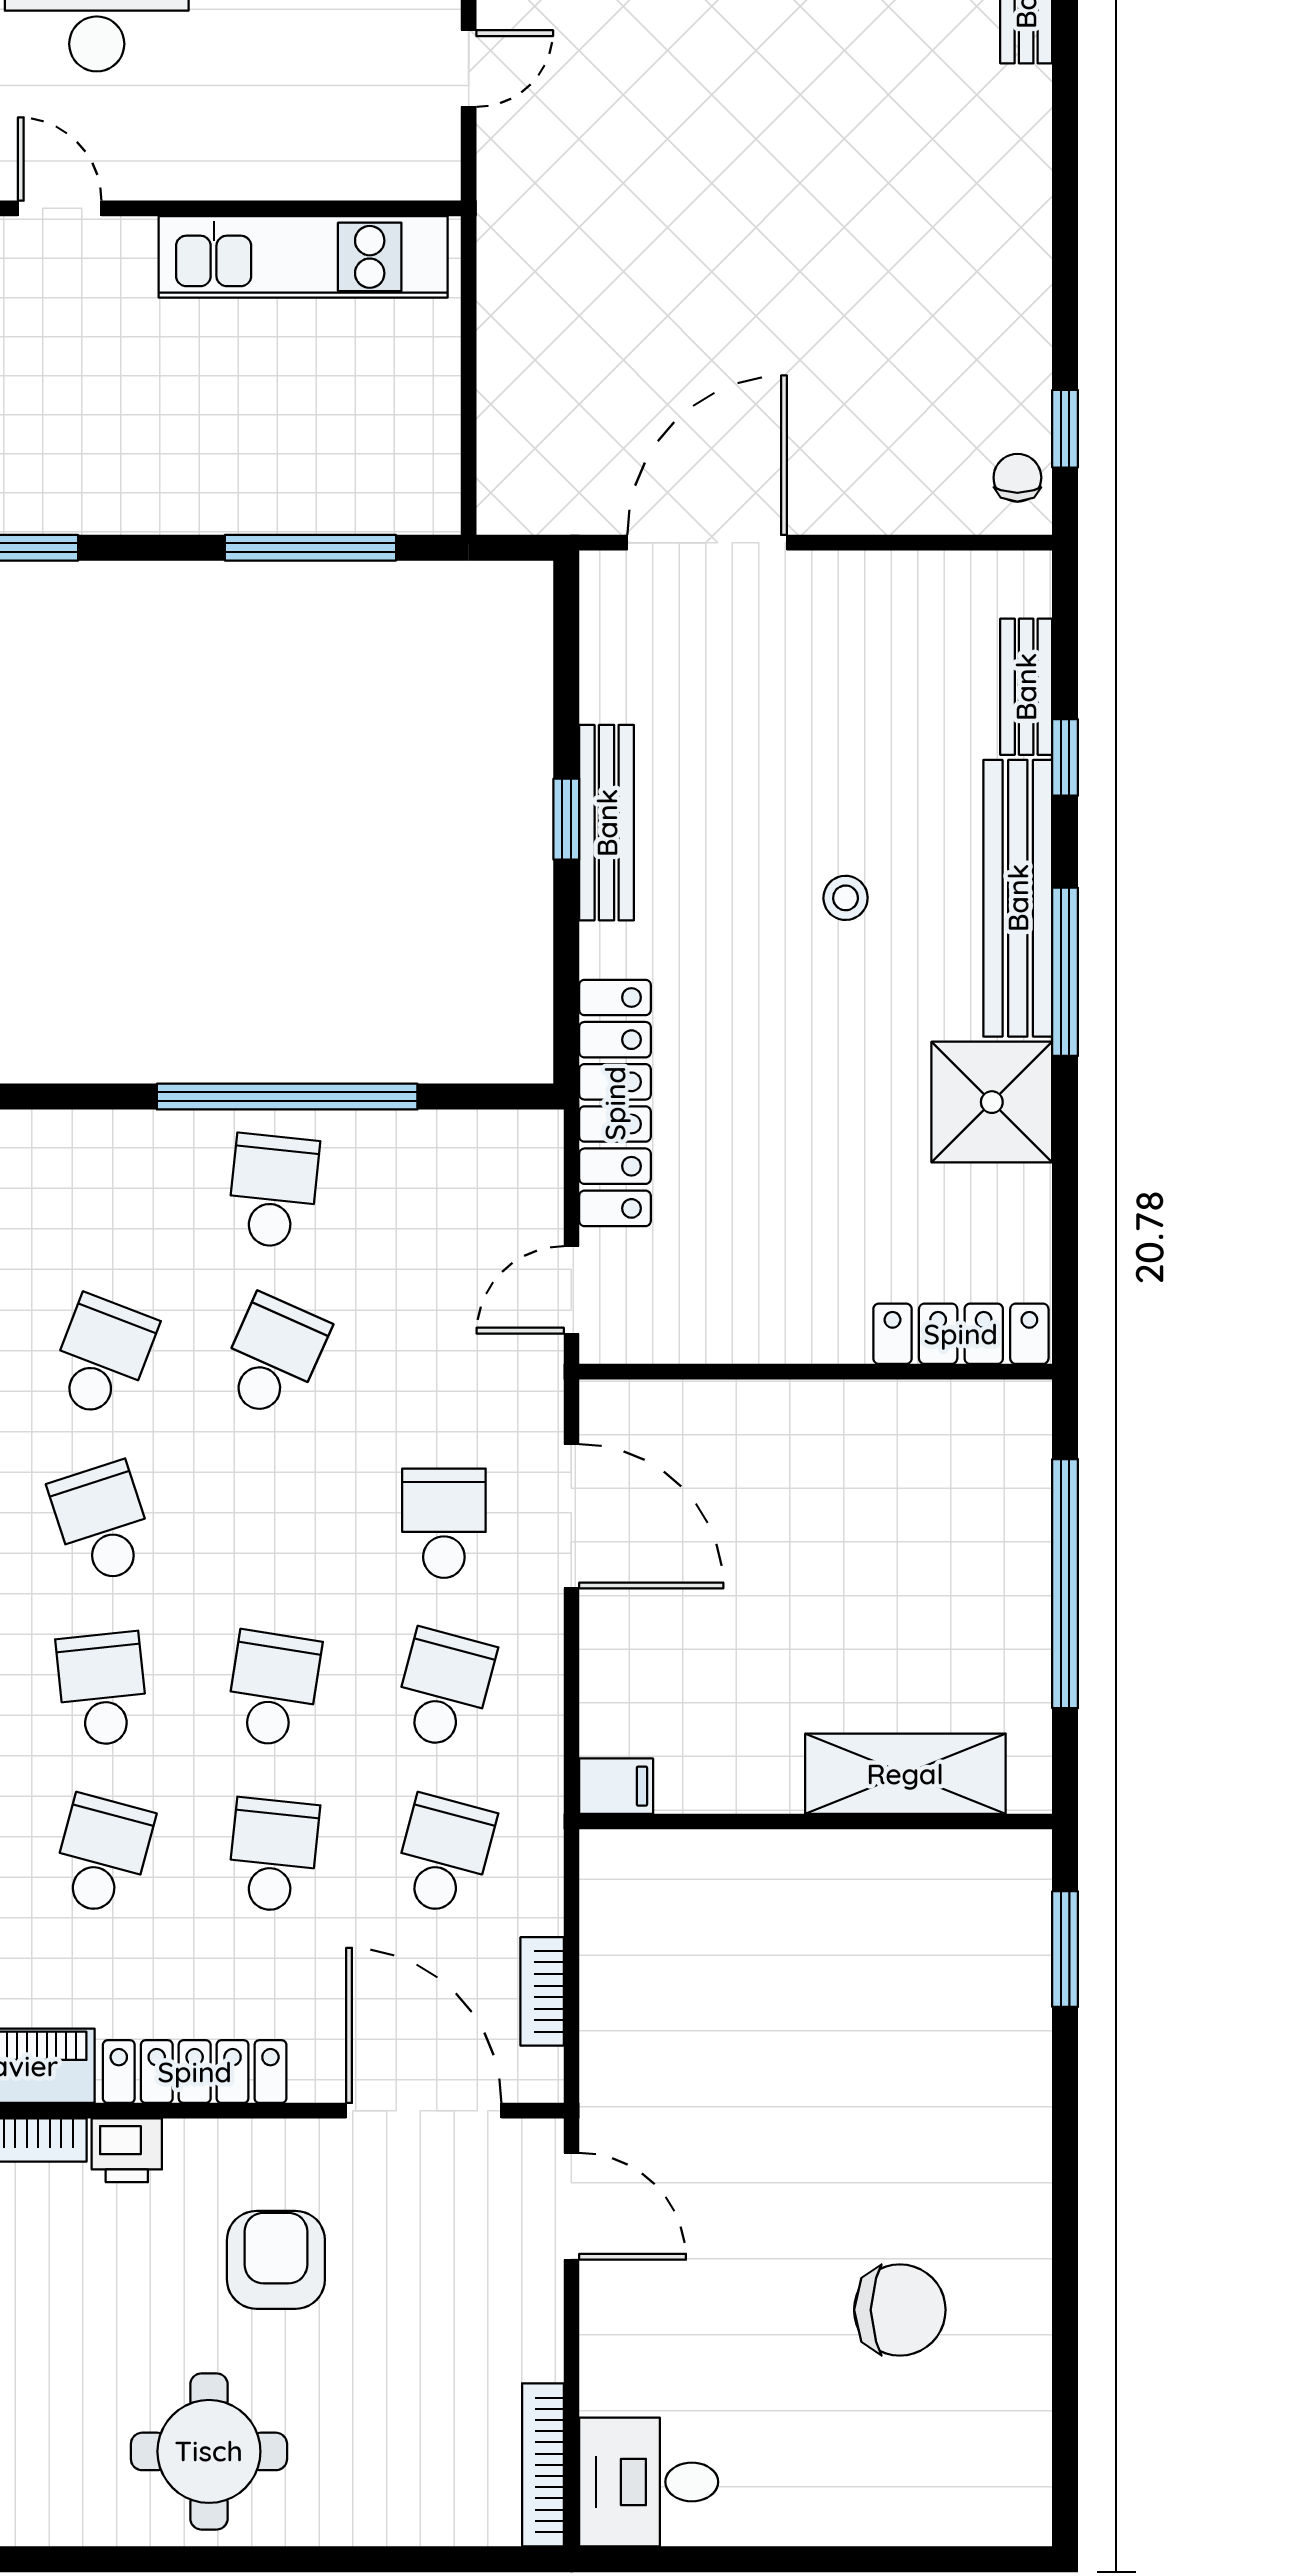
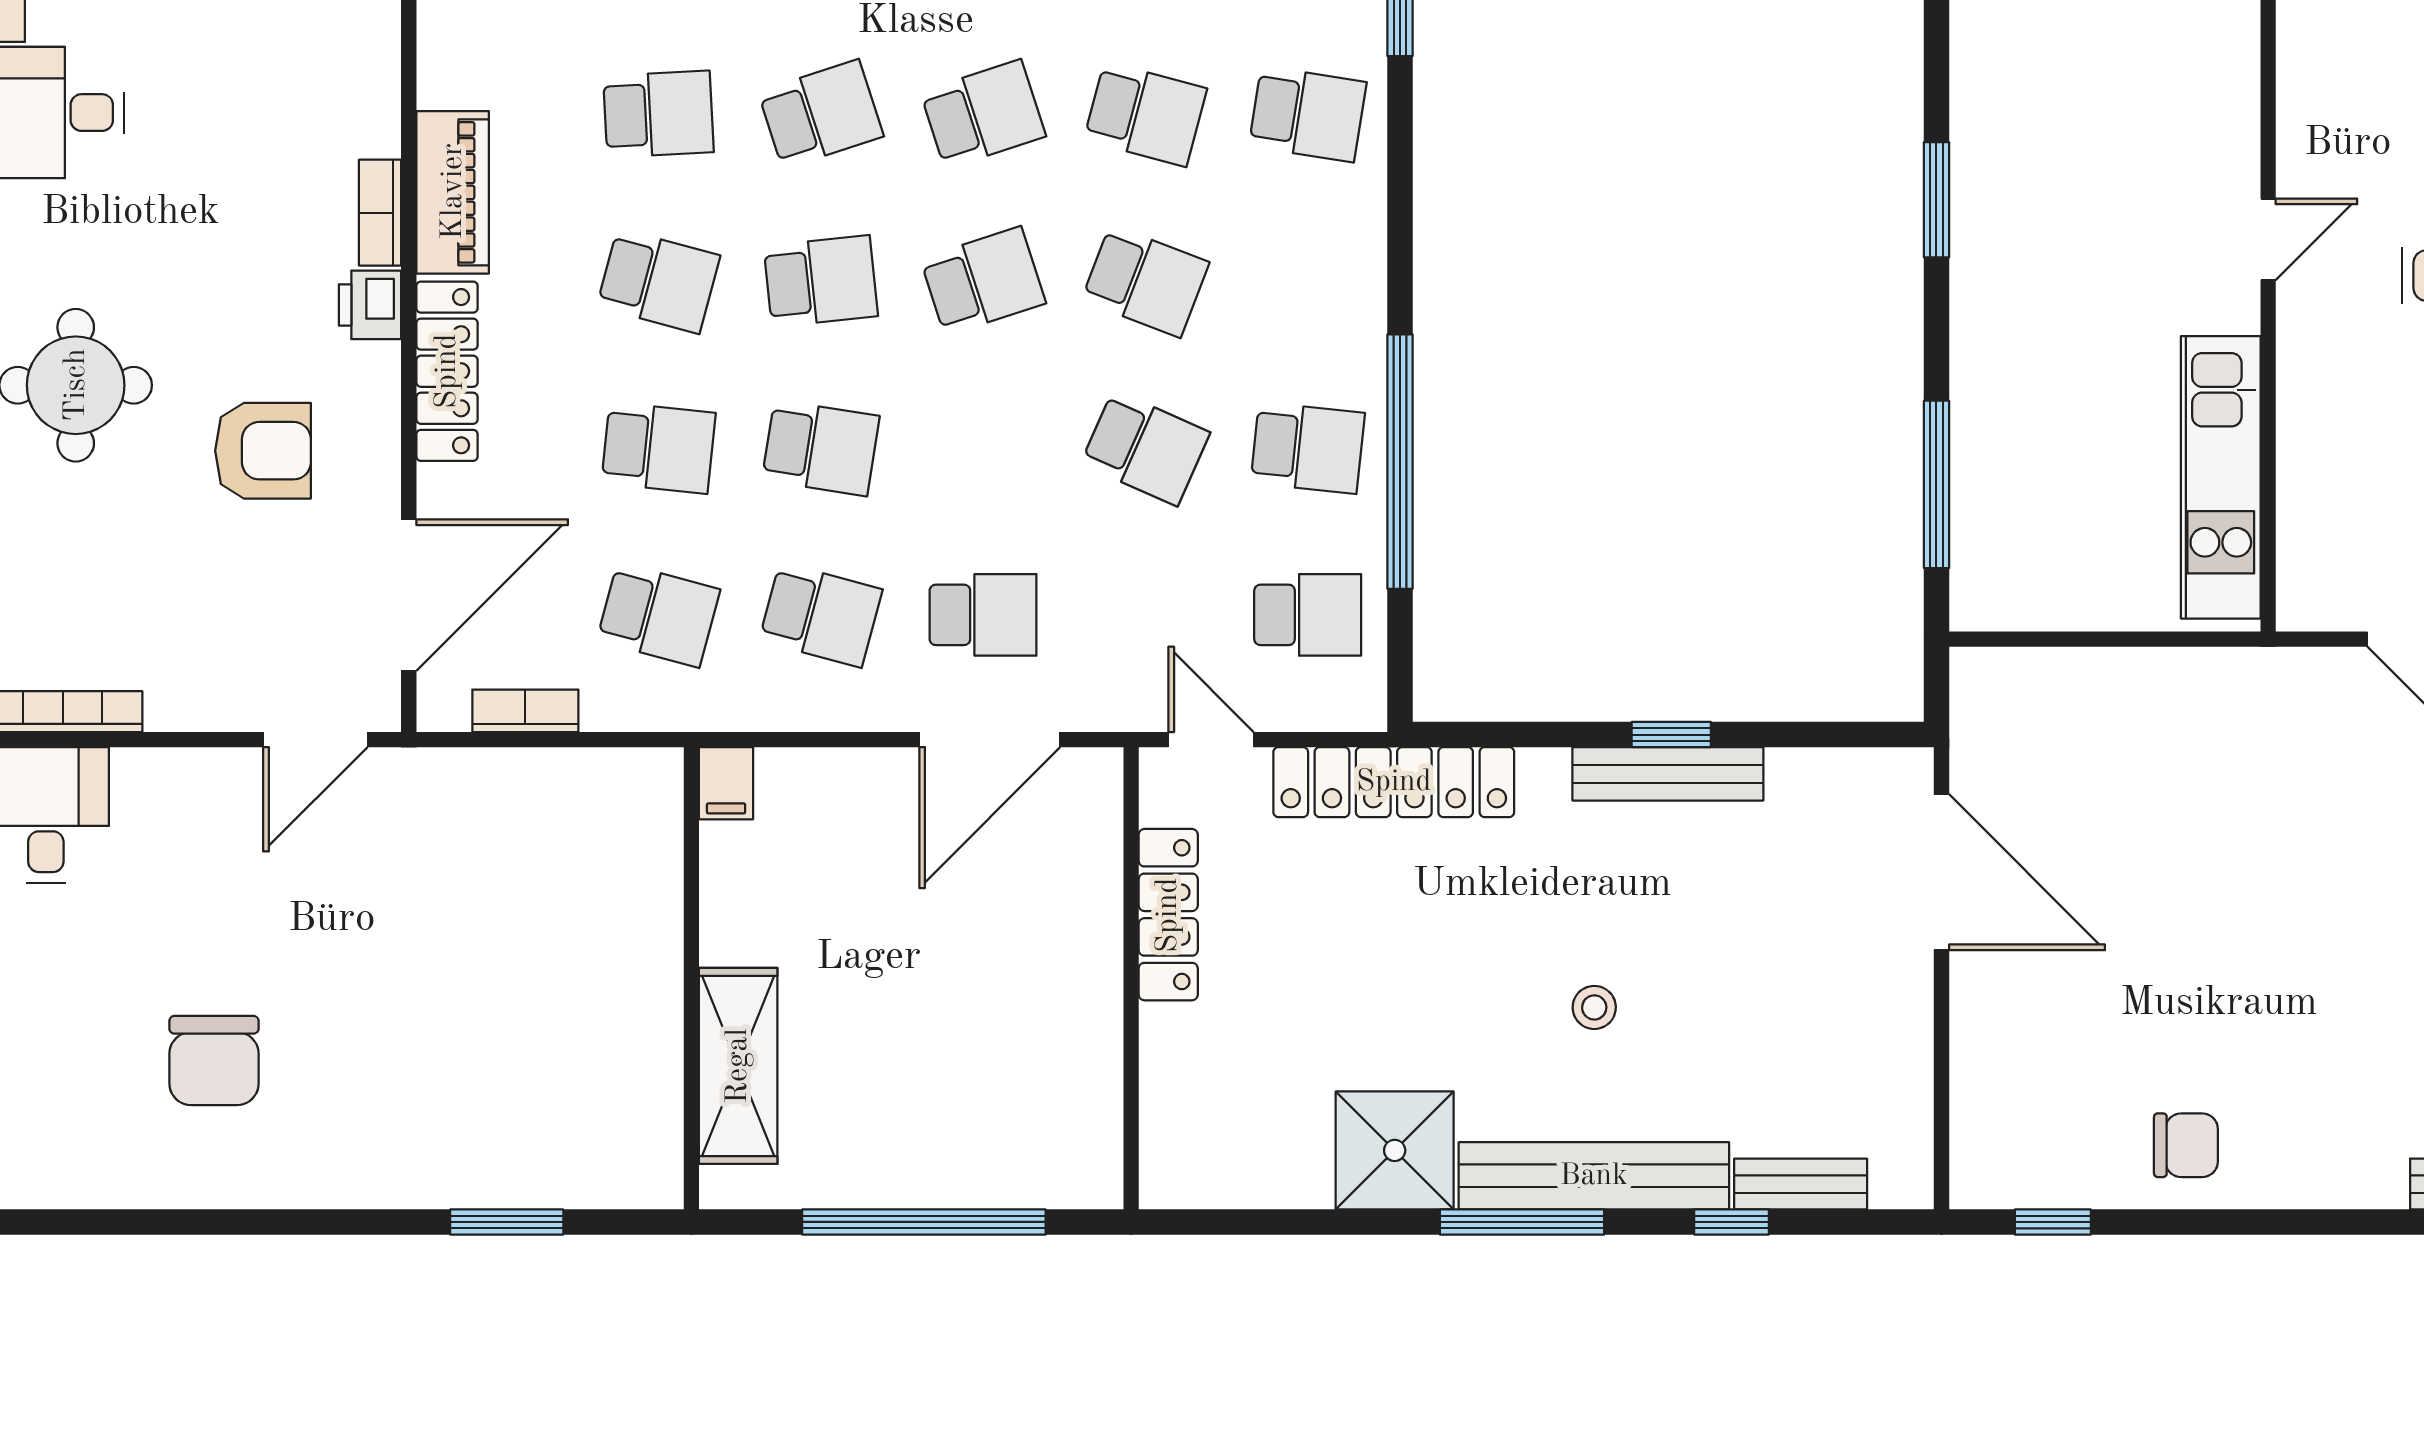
chair: (1017, 478) -> (2186, 1145), moved, width x1.37, depth x1.37
school desk: (444, 1191) -> (1308, 615), added
locker: (961, 1334) -> (1168, 915), moved
window: (1065, 1949) -> (507, 1222), moved

